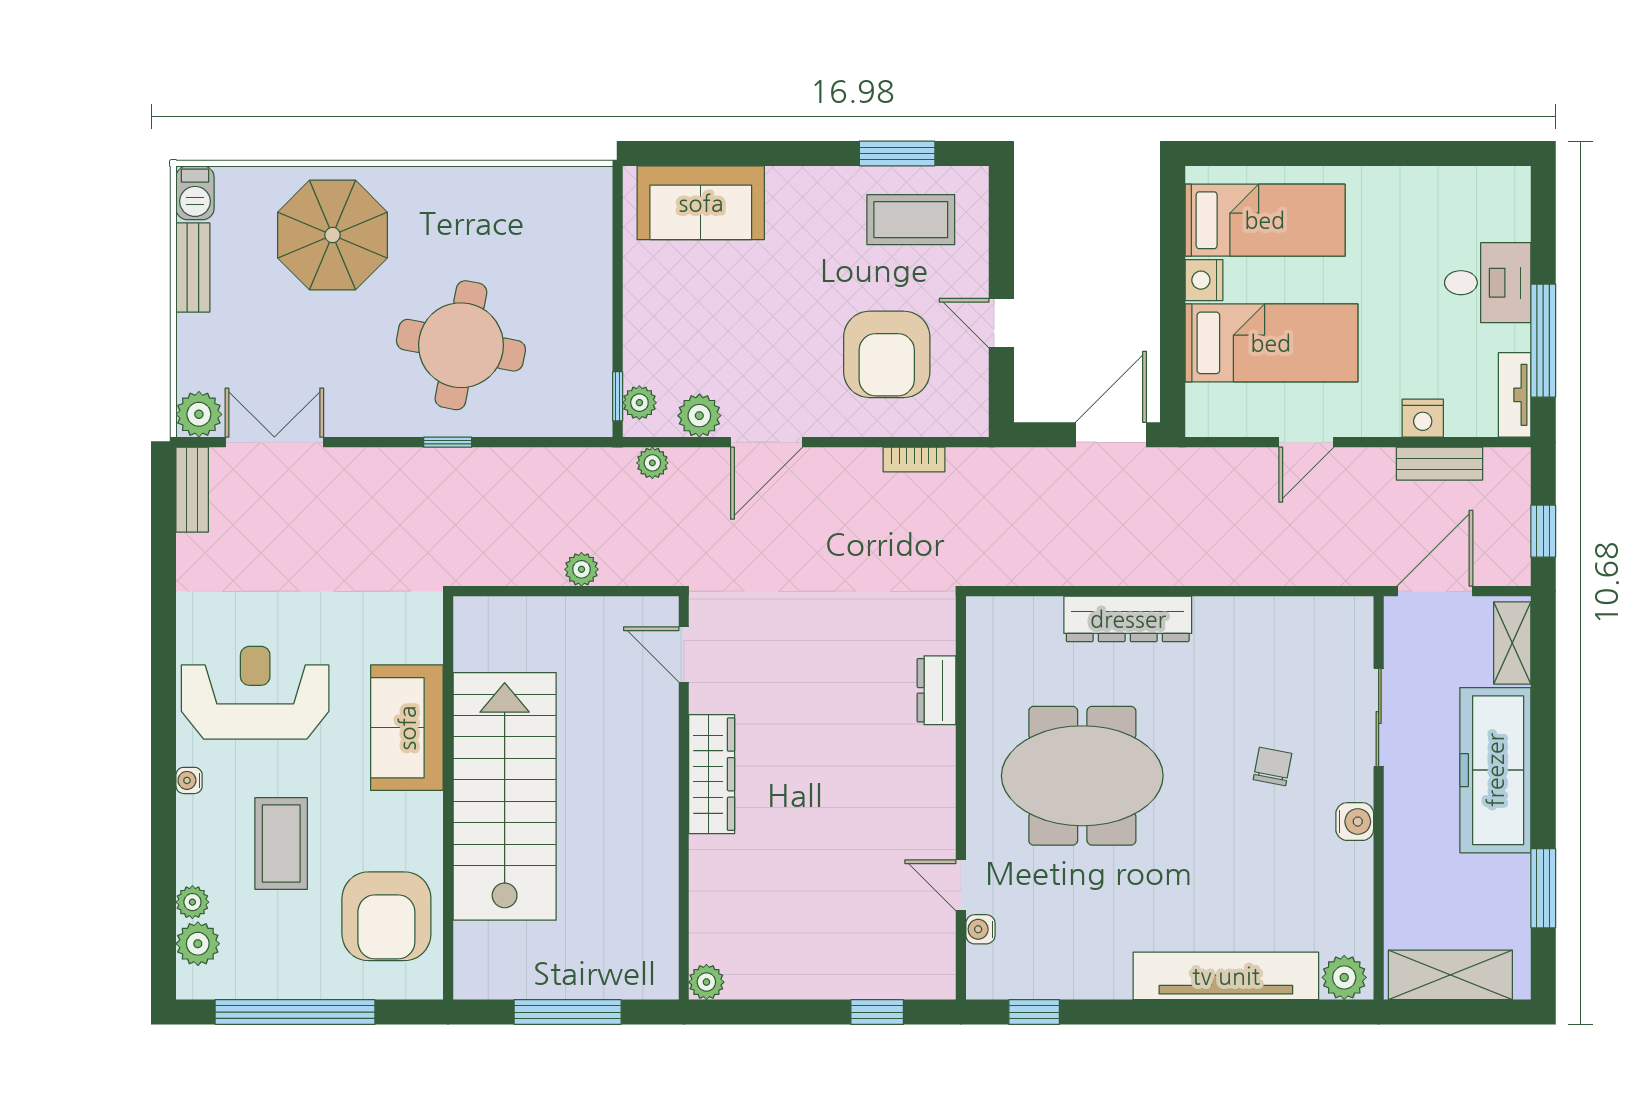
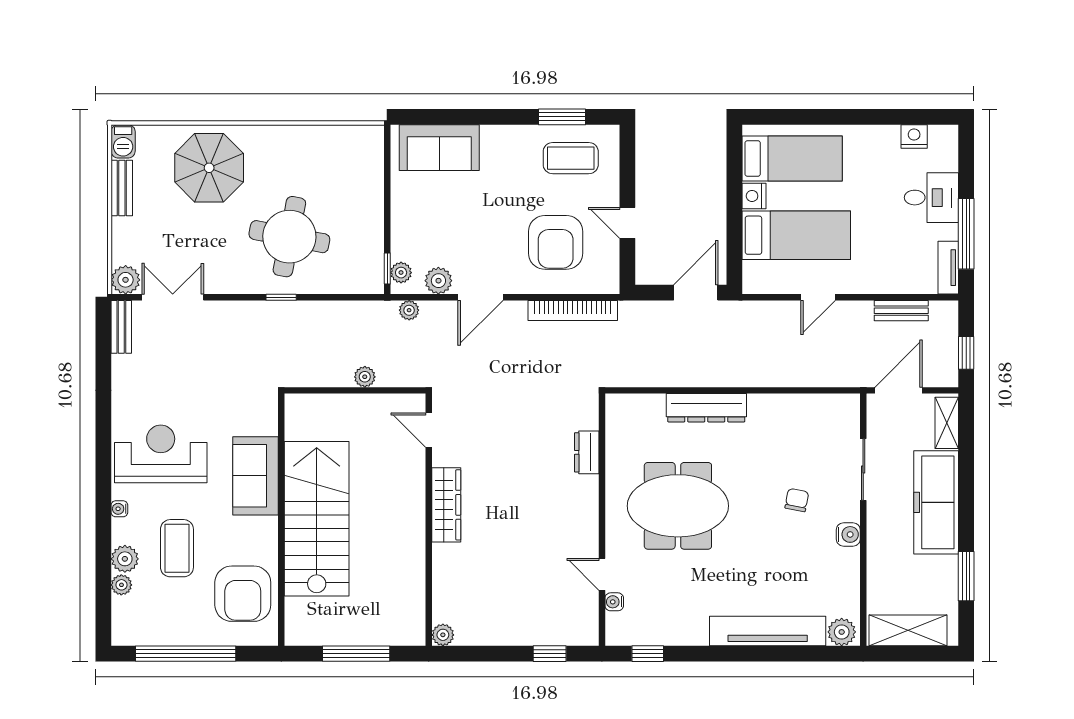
nightstand: (1423, 418) -> (914, 136), moved, turned 180
bookcase: (914, 459) -> (573, 311), width x2.31, depth x1.31
plant: (198, 944) -> (125, 559), moved

